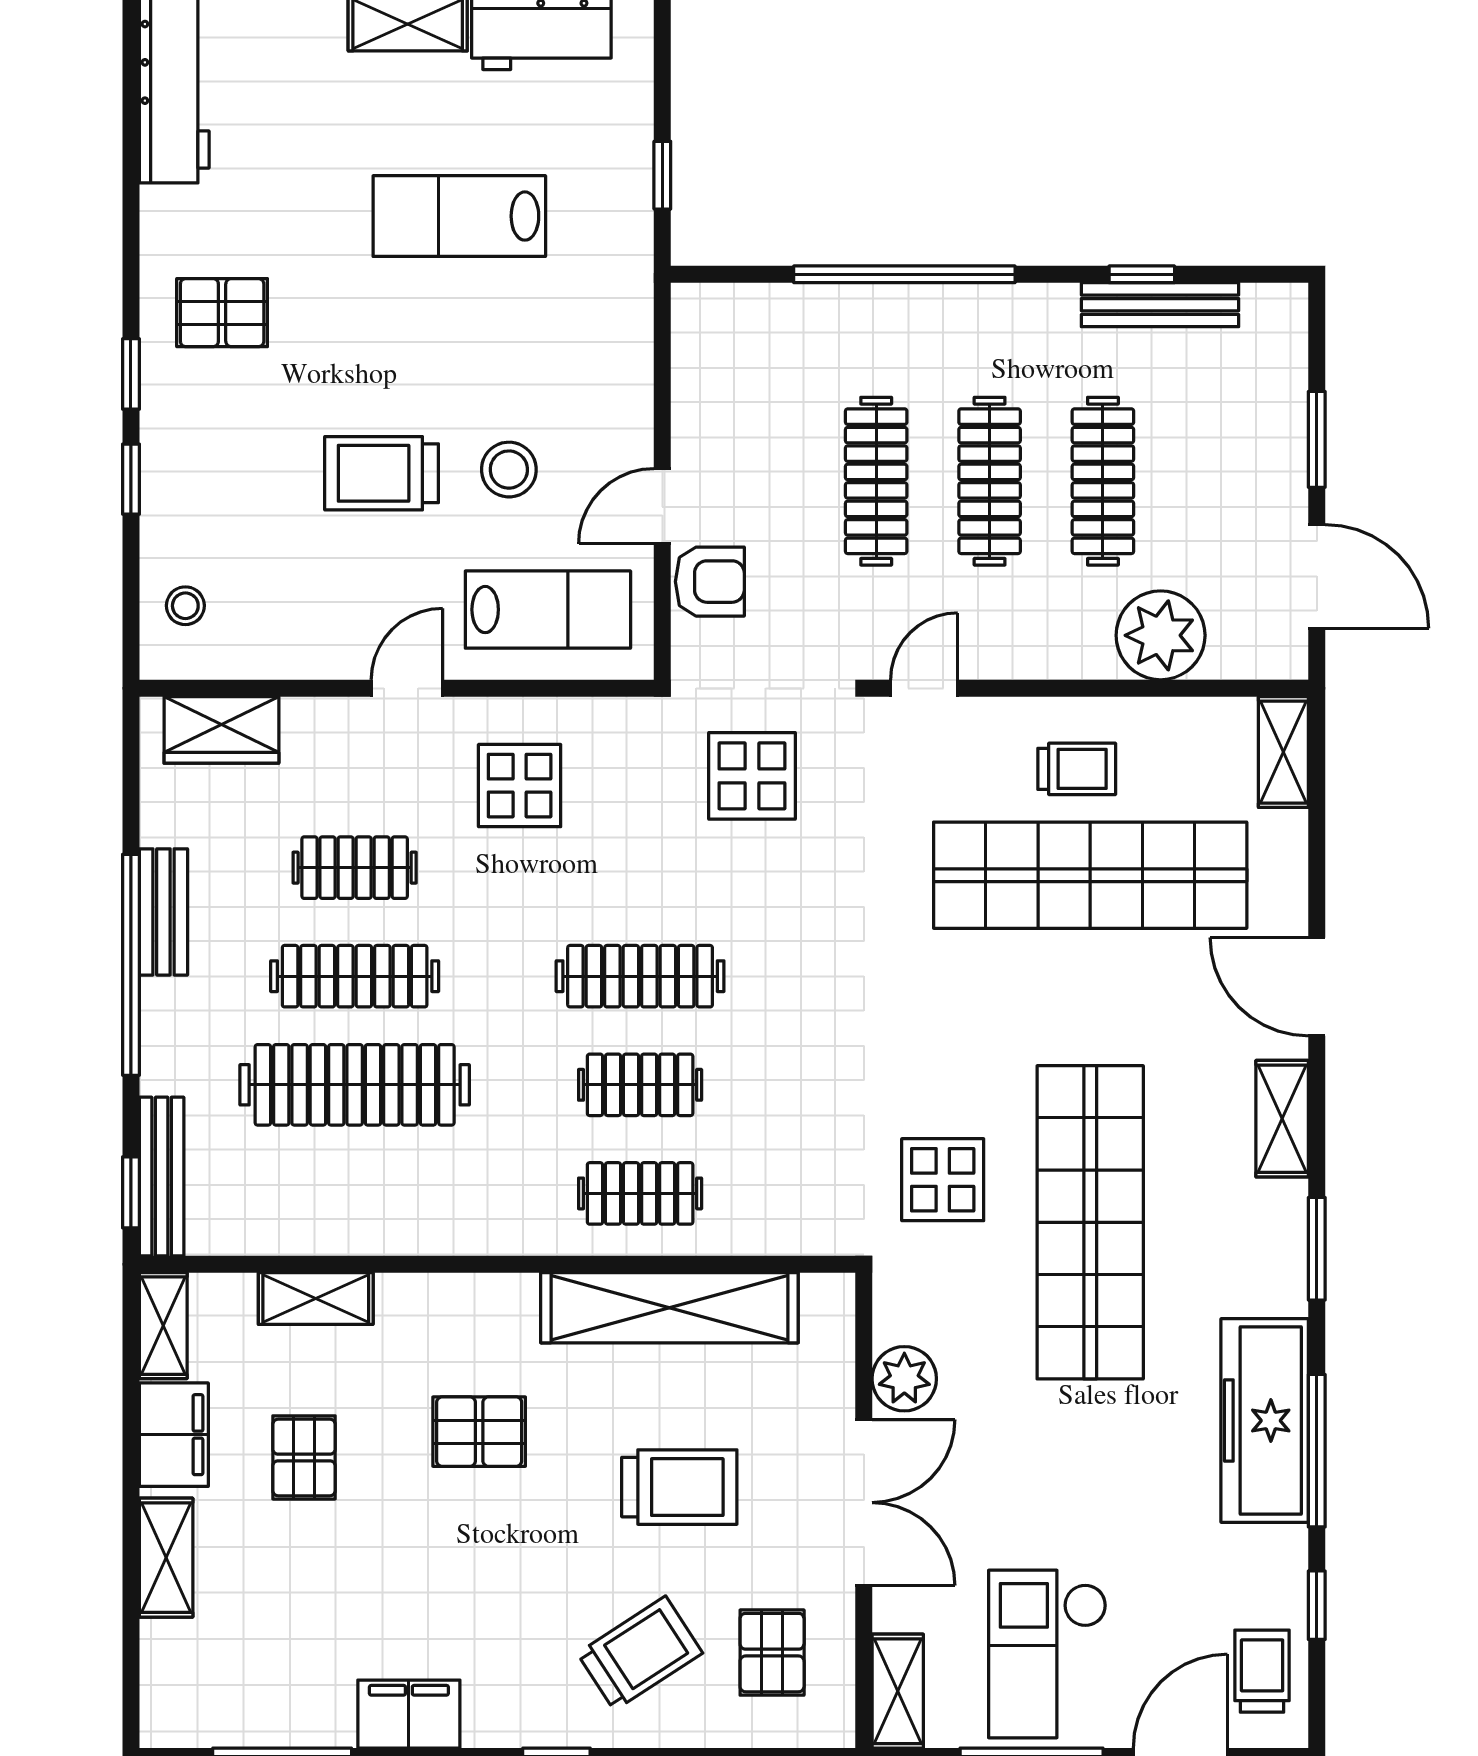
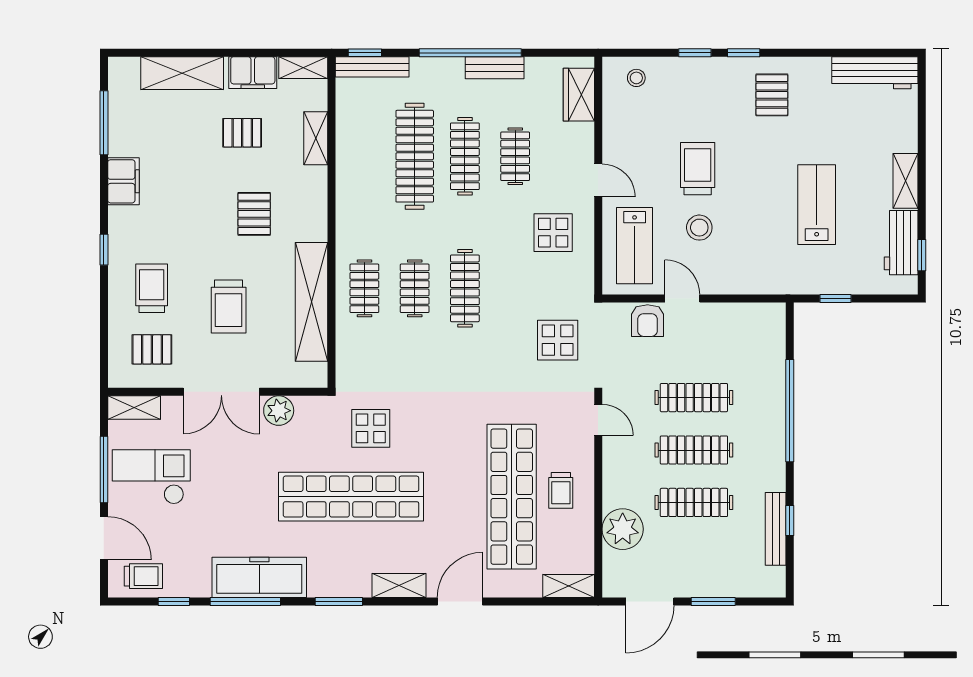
shelving: (166, 1558) -> (182, 73), width x1.50, depth x1.33
trolley: (640, 1653) -> (152, 288), turned -147

